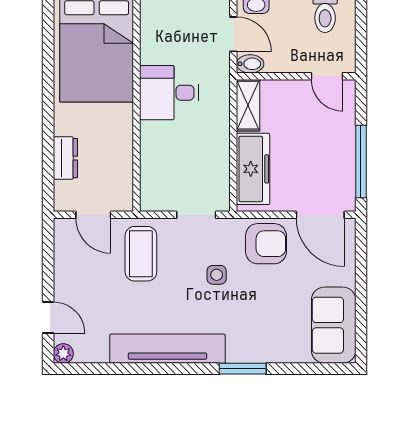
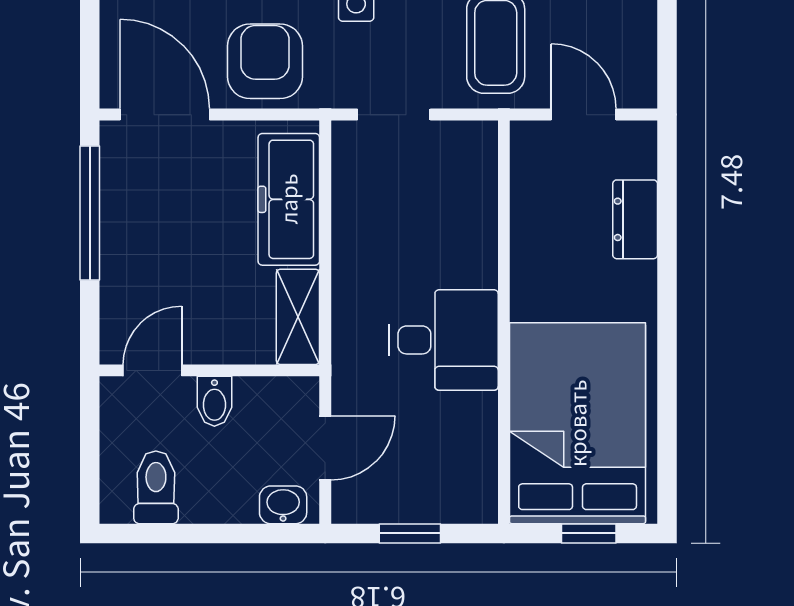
door: (233, 34) -> (325, 448), swing flipped
bidet: (250, 64) -> (214, 401), moved, turned -90
door: (327, 76) -> (152, 370), hinge flipped
armchair: (266, 244) -> (265, 61), turned 90

